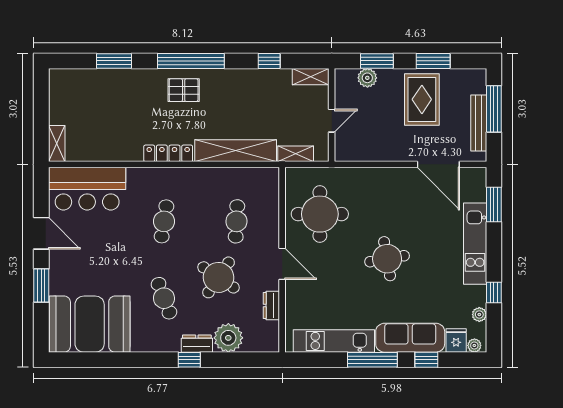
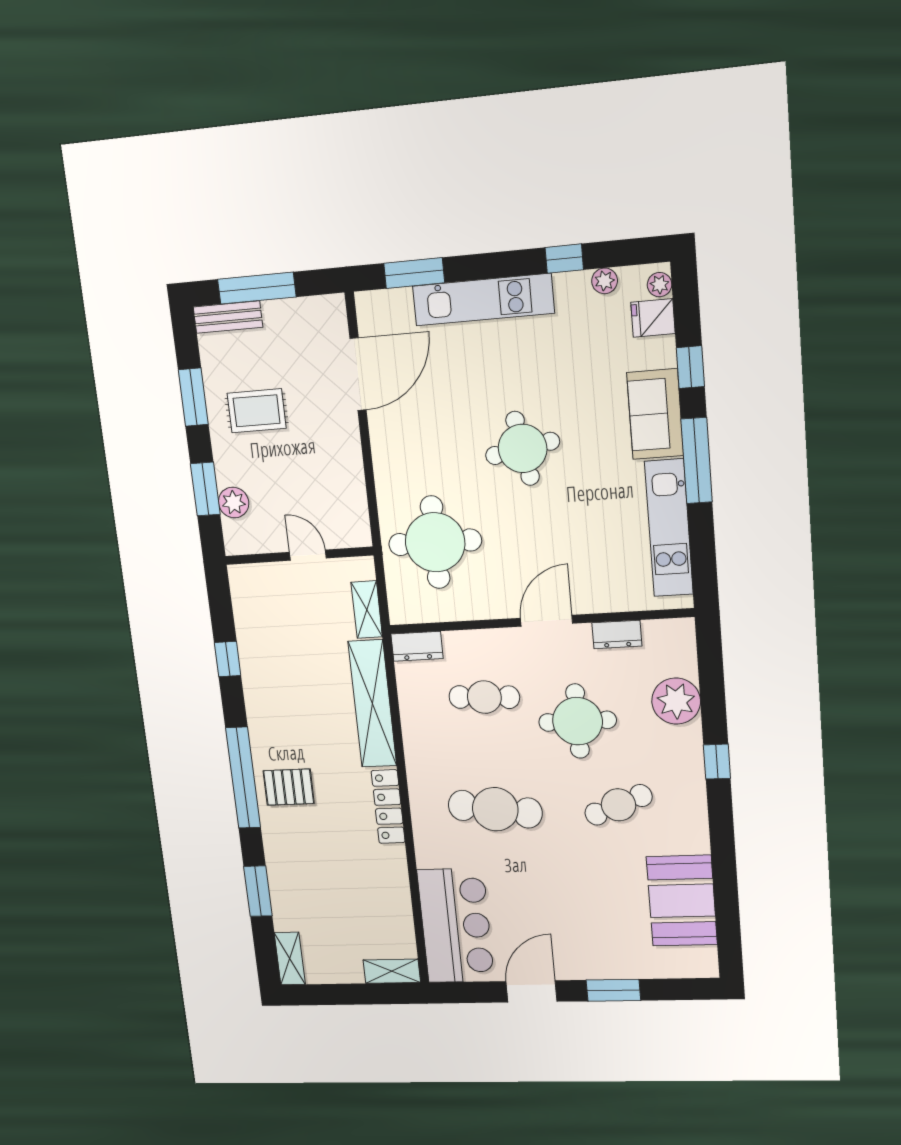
shelving: (311, 77) -> (290, 959), moved
pallet: (184, 90) -> (289, 787), turned 90
rug: (422, 99) -> (257, 411), width x0.73, depth x0.70
bench: (479, 123) -> (228, 317), moved, width x0.73
round table: (320, 214) -> (435, 542), moved
cafe table: (164, 221) -> (495, 809), width x1.37, depth x1.35
round table: (219, 277) -> (578, 721), turned -34
booth: (90, 324) -> (682, 901), width x0.73, depth x0.70
sofa: (410, 338) -> (655, 414), width x0.73
dresser: (197, 344) -> (417, 646), moved, turned -90

